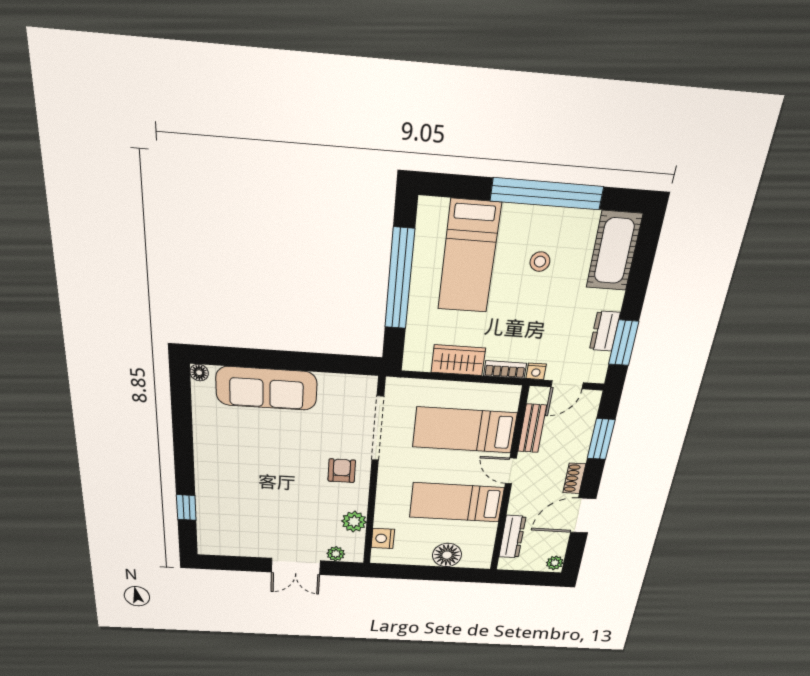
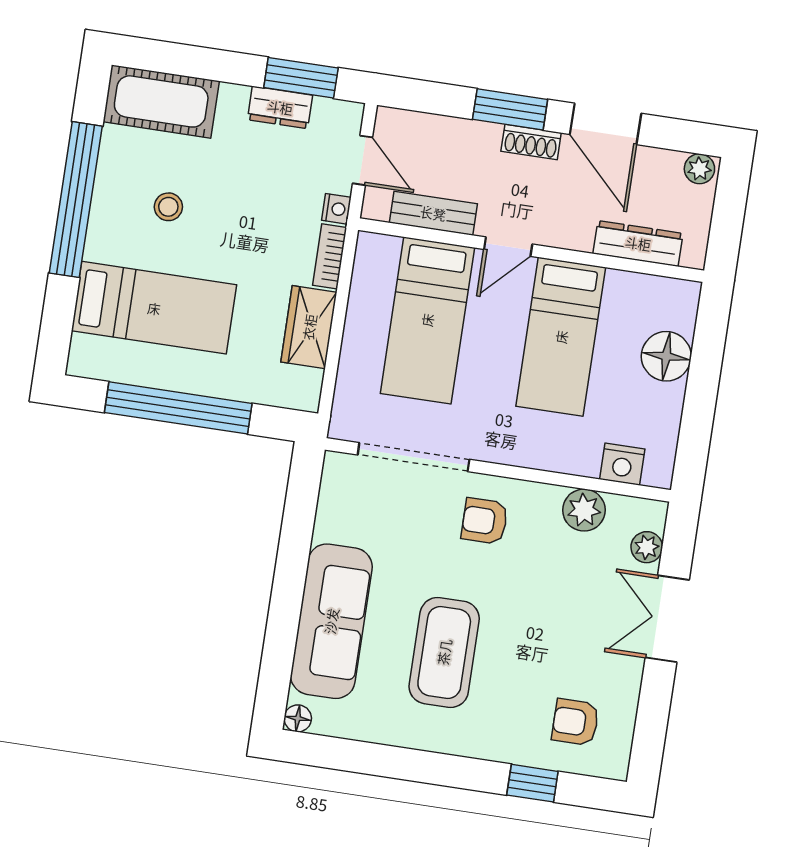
window: (601, 439) -> (510, 109), moved
coffee table: (257, 455) -> (444, 652), added
armchair: (227, 526) -> (575, 722), added
double door: (296, 566) -> (667, 619), swing flipped

